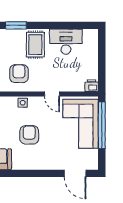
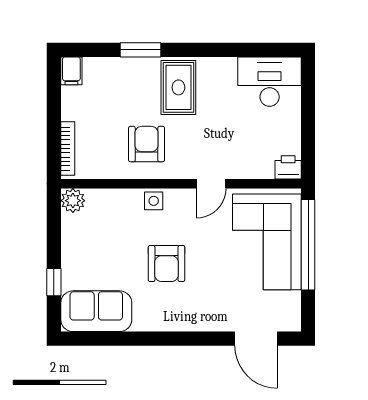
desk: (66, 42) -> (270, 82), moved
door: (52, 94) -> (211, 184), hinge flipped
armchair: (29, 135) -> (166, 264), turned 180

